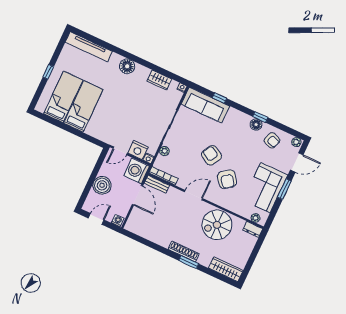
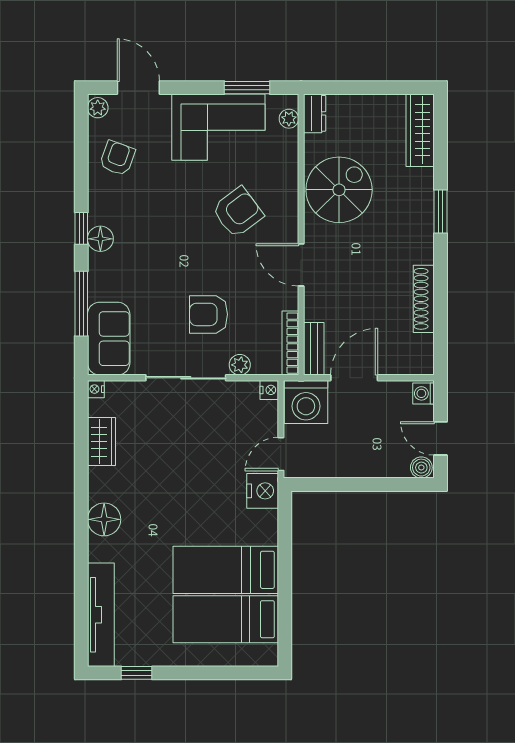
window: (48, 72) -> (137, 673), moved
window: (220, 98) -> (81, 304), width x2.17
sofa: (205, 105) -> (109, 339), width x0.73
window: (260, 117) -> (81, 228), moved
floor lamp: (256, 125) -> (100, 239), moved
nightstand: (138, 150) -> (263, 491), moved
door: (120, 151) -> (281, 454), swing flipped
armchair: (212, 155) -> (209, 314), moved, turned 59
boiler: (102, 185) -> (421, 468), moved, width x0.54, depth x0.54
window: (284, 189) -> (247, 88), moved
spiral stairs: (217, 225) -> (339, 190), turned -90
shoe rack: (184, 251) -> (424, 299), moved

